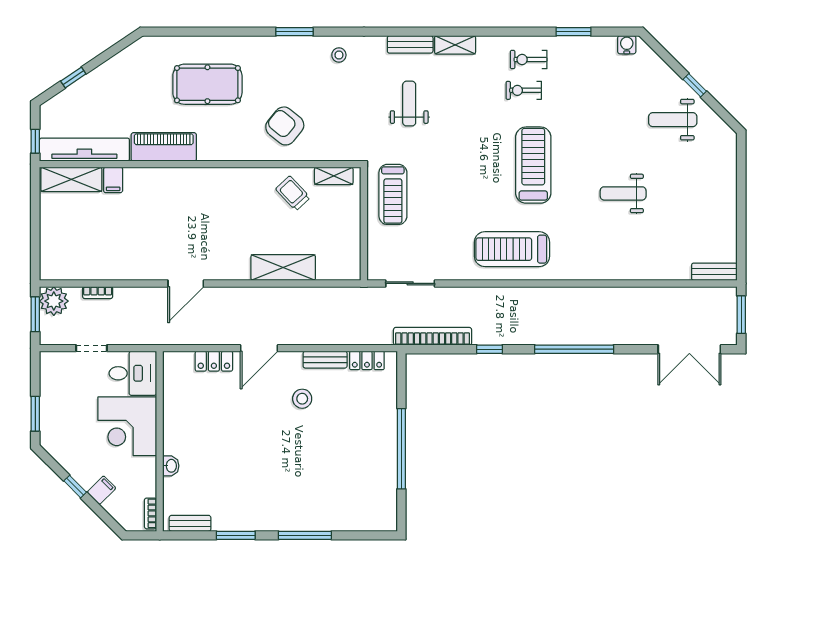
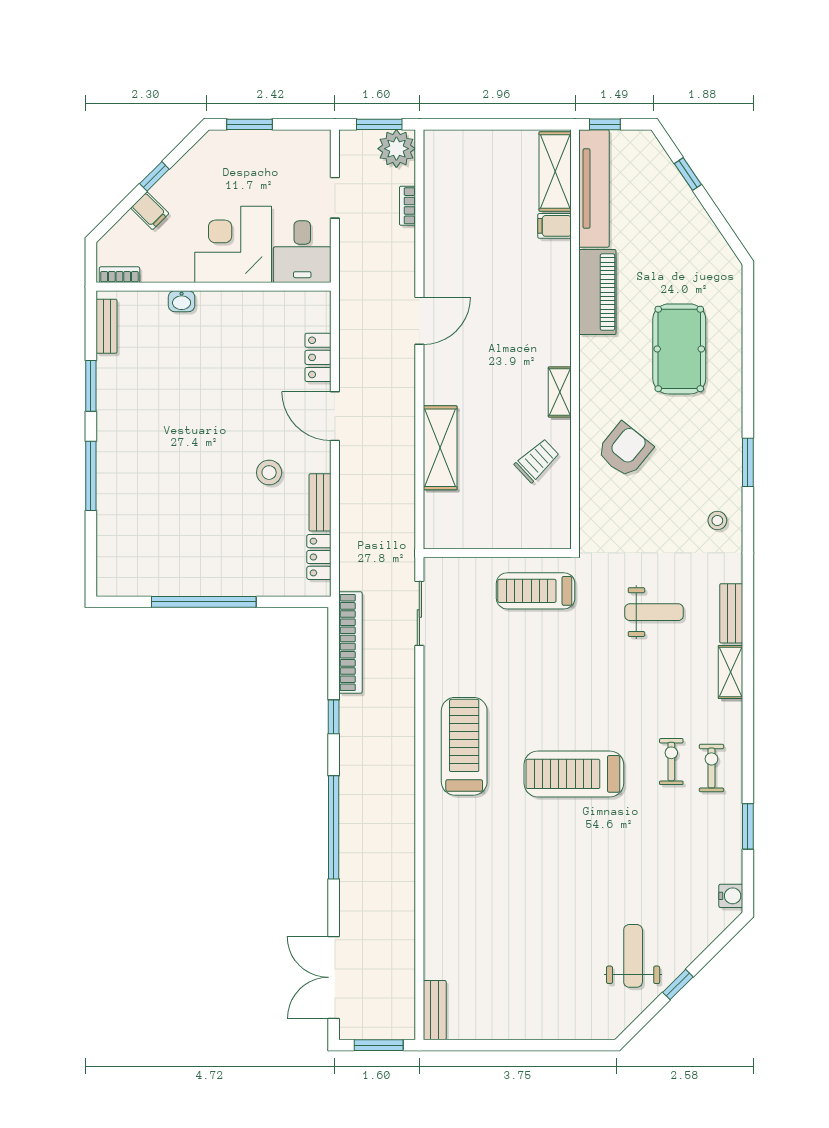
treadmill: (533, 165) -> (574, 774), turned 180
shelving: (334, 176) -> (560, 392), moved
weight bench: (623, 193) -> (537, 891), removed
door: (186, 283) -> (419, 321), swing flipped

